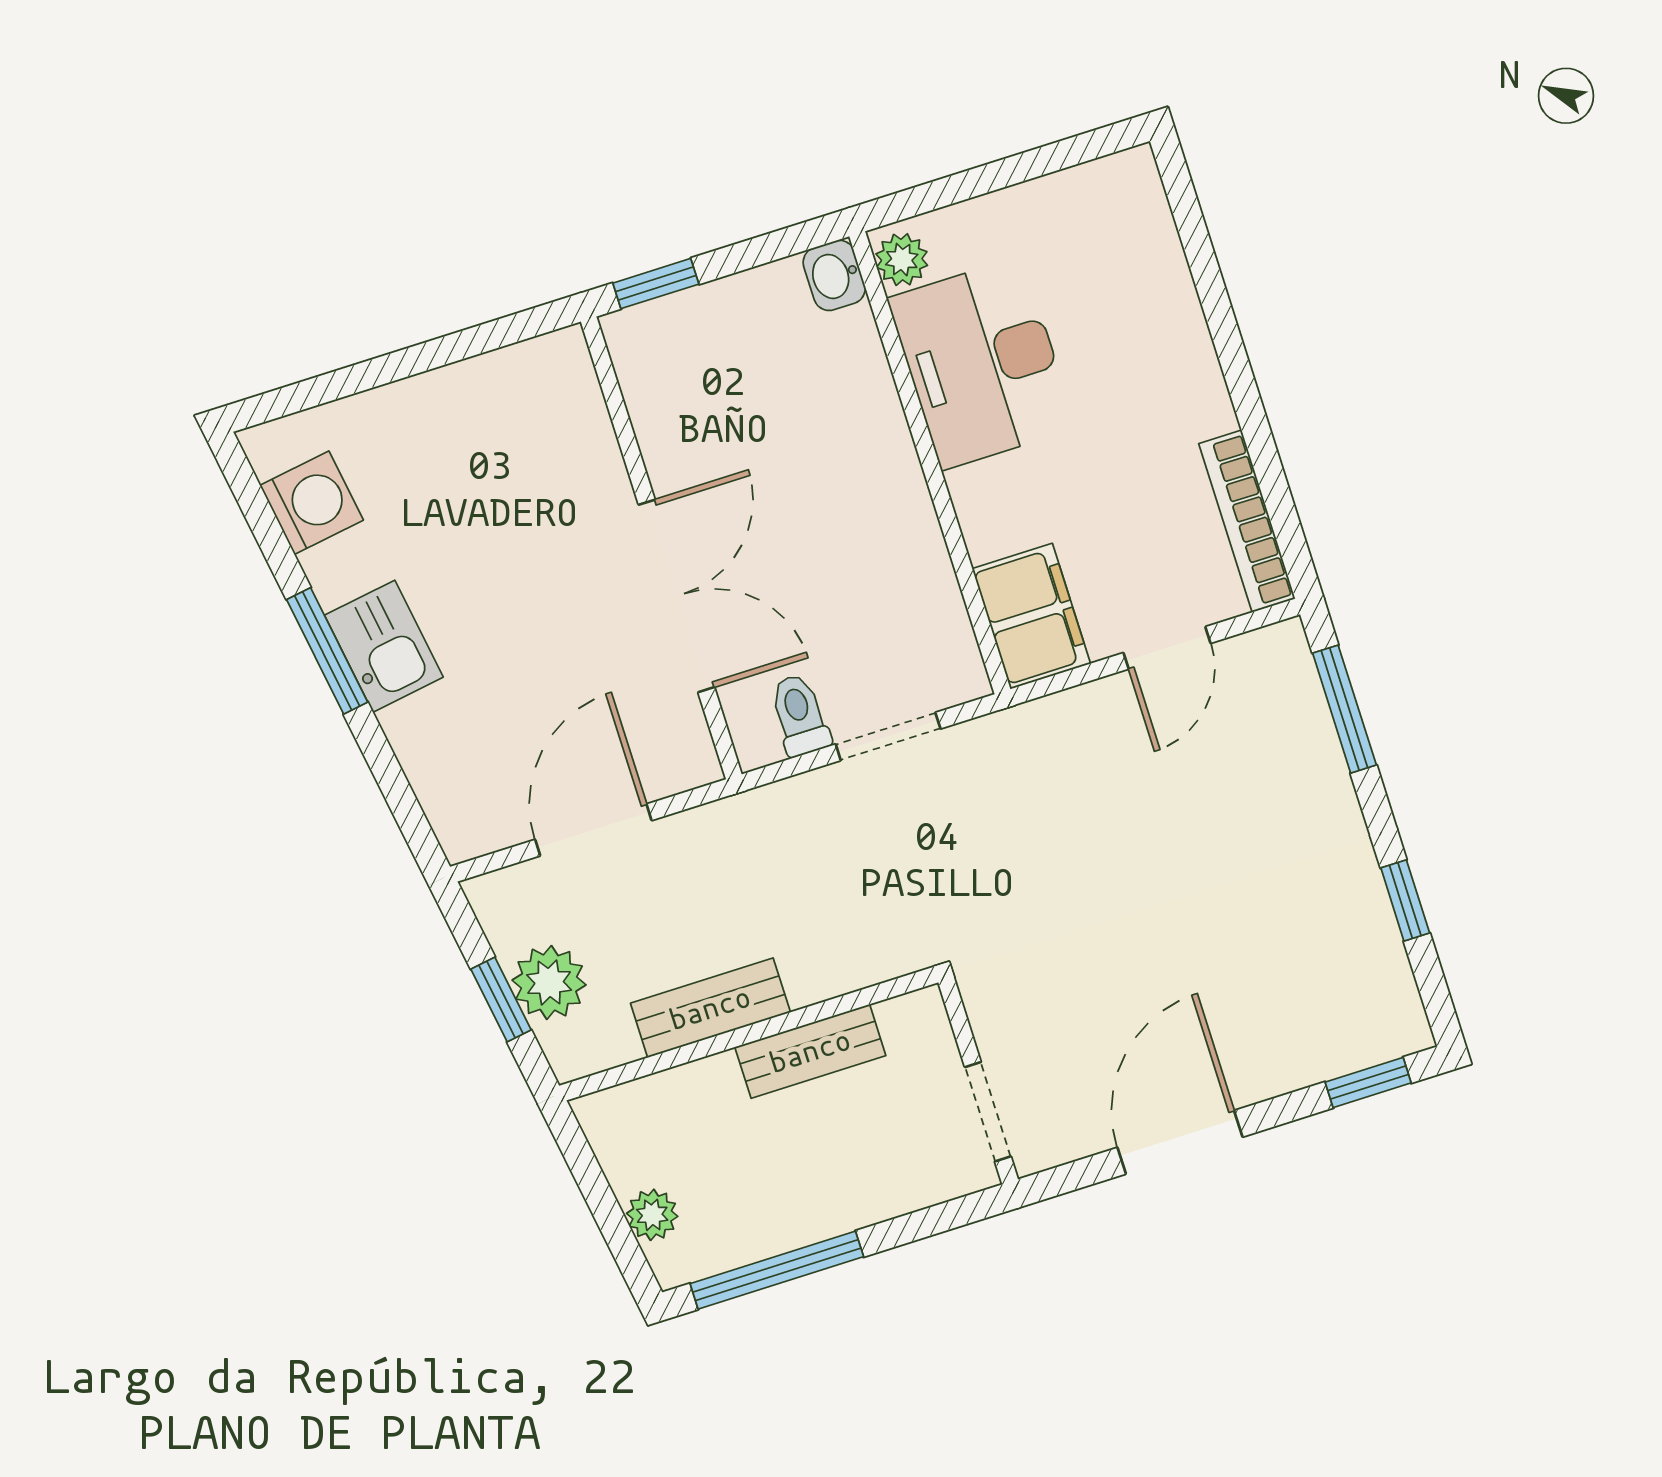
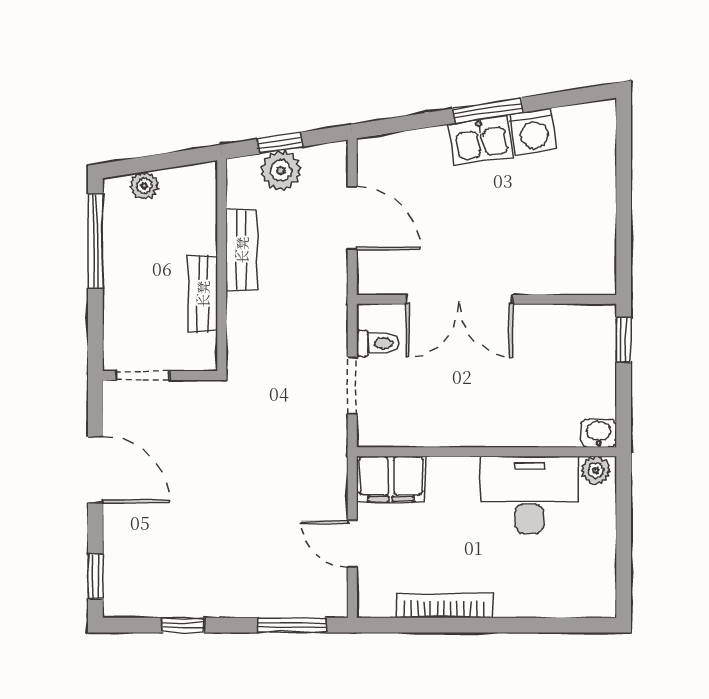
washing machine: (312, 503) -> (534, 132), moved
bookcase: (1247, 521) -> (444, 606), moved

